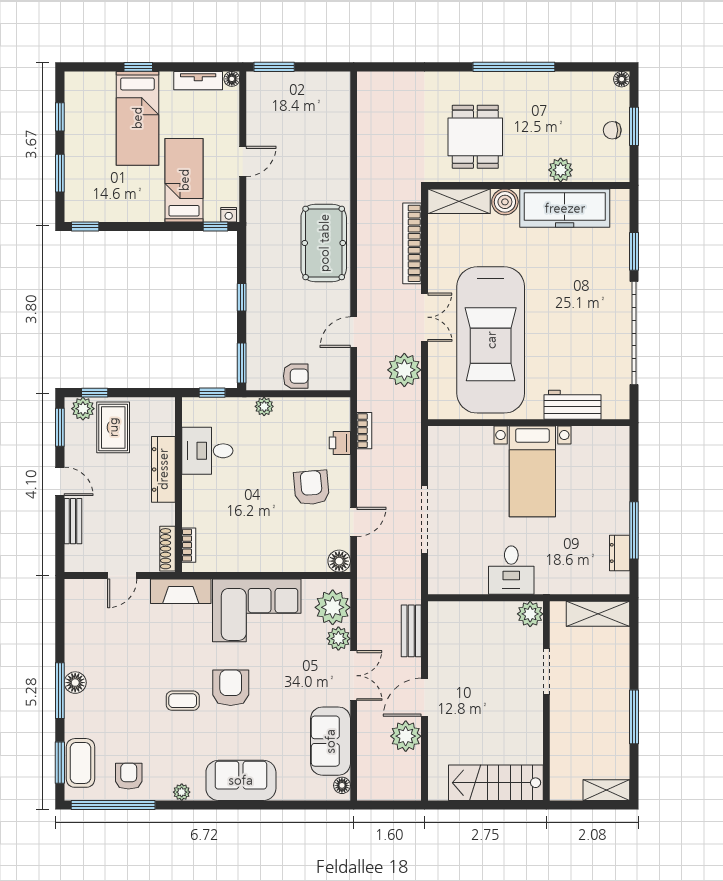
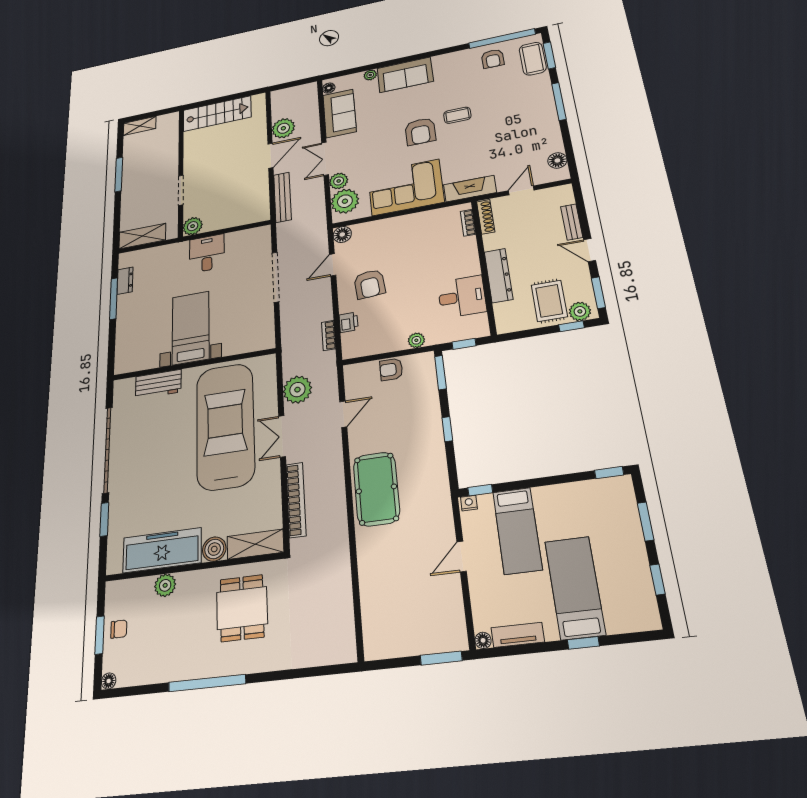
bench: (411, 631) -> (282, 197), width x1.36
floor lamp: (75, 683) -> (557, 160), moved
plant: (182, 792) -> (370, 75), moved

